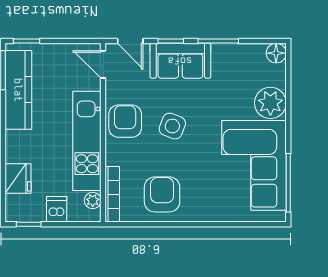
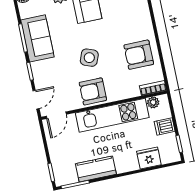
sofa: (180, 61) -> (37, 38), moved
kitchen counter: (18, 90) -> (96, 169), width x0.67
bookcase: (112, 194) -> (153, 88), width x0.64

